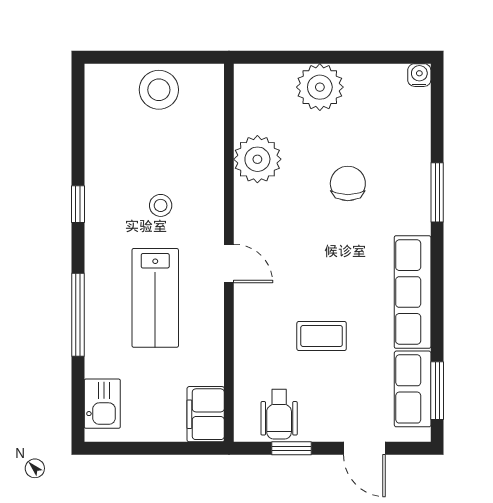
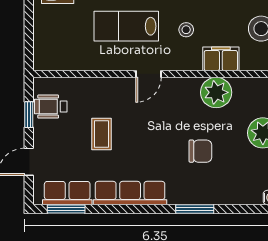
filing cabinet: (206, 414) -> (221, 59), moved

